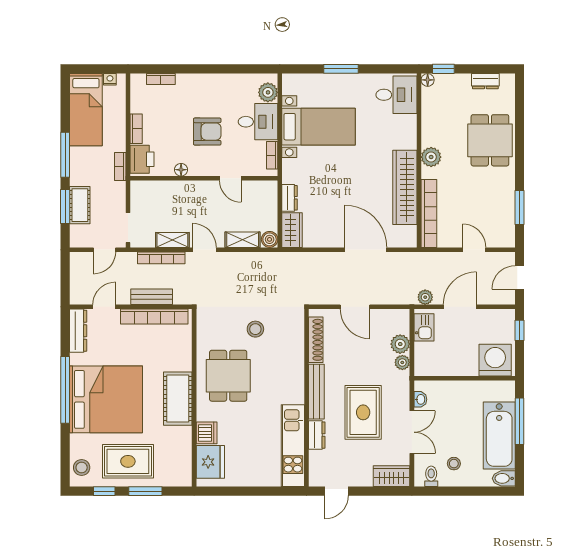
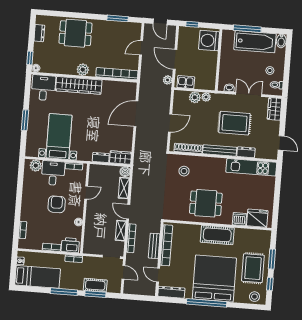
wardrobe: (405, 187) -> (79, 85), moved
door: (204, 250) -> (128, 212), hinge flipped
stool: (255, 329) -> (184, 171), moved

